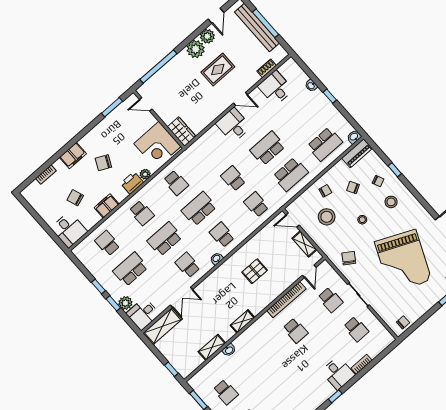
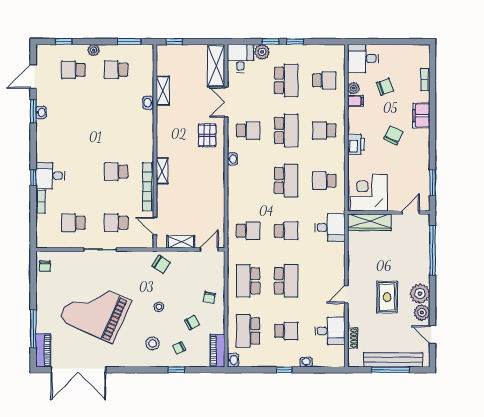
desk: (233, 125) -> (330, 227), moved
wardrobe: (182, 132) -> (369, 222), width x1.50
plant: (145, 174) -> (354, 88), moved
filing cabinet: (107, 206) -> (355, 101), width x0.50
stool: (327, 217) -> (187, 280), removed
school desk: (222, 235) -> (286, 331), moved
chair: (349, 258) -> (161, 264), moved
pallet: (255, 271) -> (207, 135), moved
shelving: (242, 321) -> (162, 171), moved
window: (335, 396) -> (33, 178), moved

